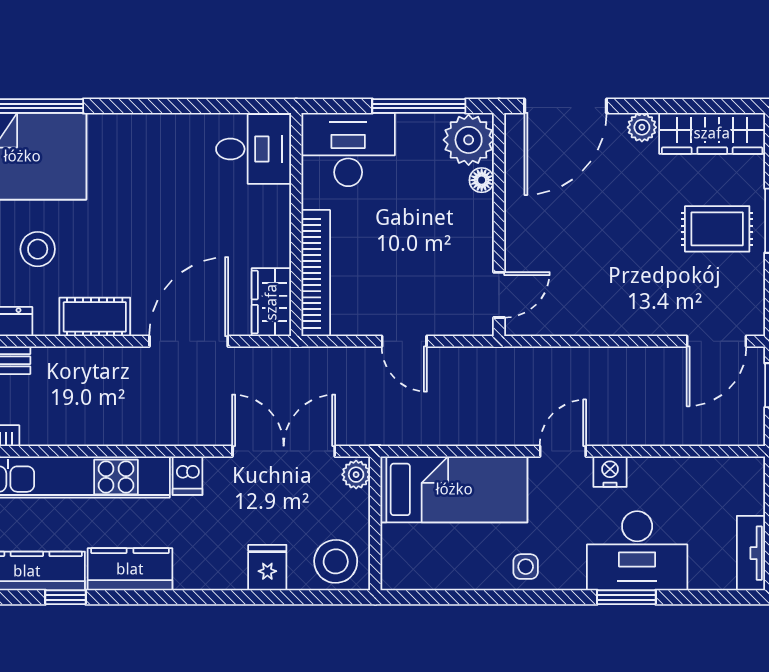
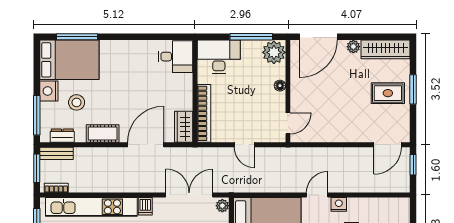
floor lamp: (482, 180) -> (280, 86), moved

